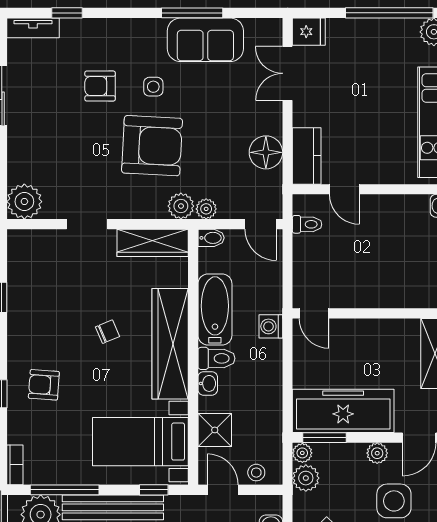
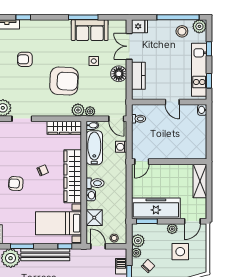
stool: (397, 42) -> (182, 31), added
armchair: (100, 86) -> (25, 59), moved
side table: (153, 87) -> (94, 61), moved
floor lamp: (266, 152) -> (119, 74), moved
kitchen counter: (307, 156) -> (138, 76), moved
door: (344, 189) -> (172, 102), moved
doorway: (87, 224) -> (22, 119), moved
bathtub: (215, 309) -> (94, 148), moved
door: (314, 313) -> (142, 162), hinge flipped
washing machine: (271, 326) -> (121, 147), moved
armchair: (44, 385) -> (16, 184), moved
plant: (302, 453) -> (136, 253), moved
window: (65, 490) -> (22, 246), width x0.69

